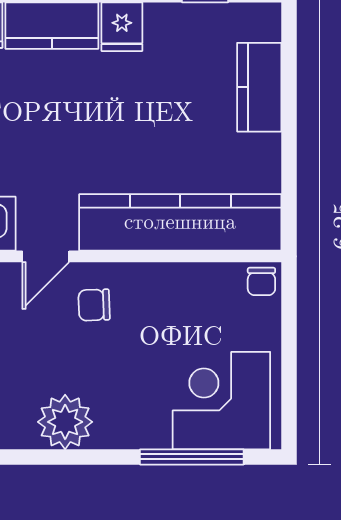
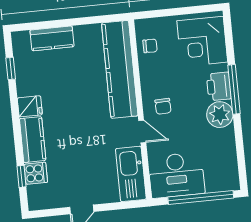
chair: (261, 281) -> (150, 46), moved
printer: (124, 426) -> (219, 86), added
window: (192, 457) -> (234, 89), moved

